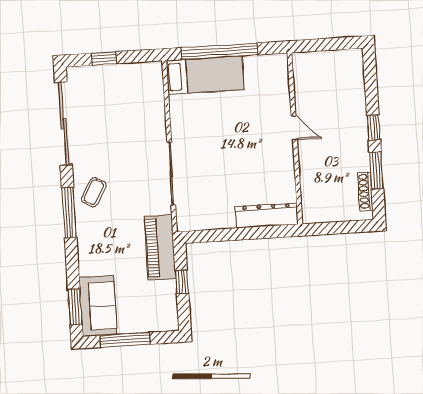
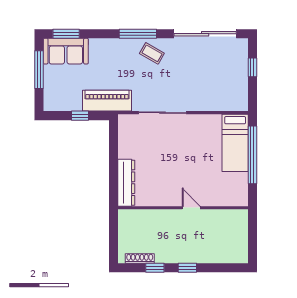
door: (294, 128) -> (191, 208), swing flipped
window: (376, 171) -> (155, 268), width x0.67

